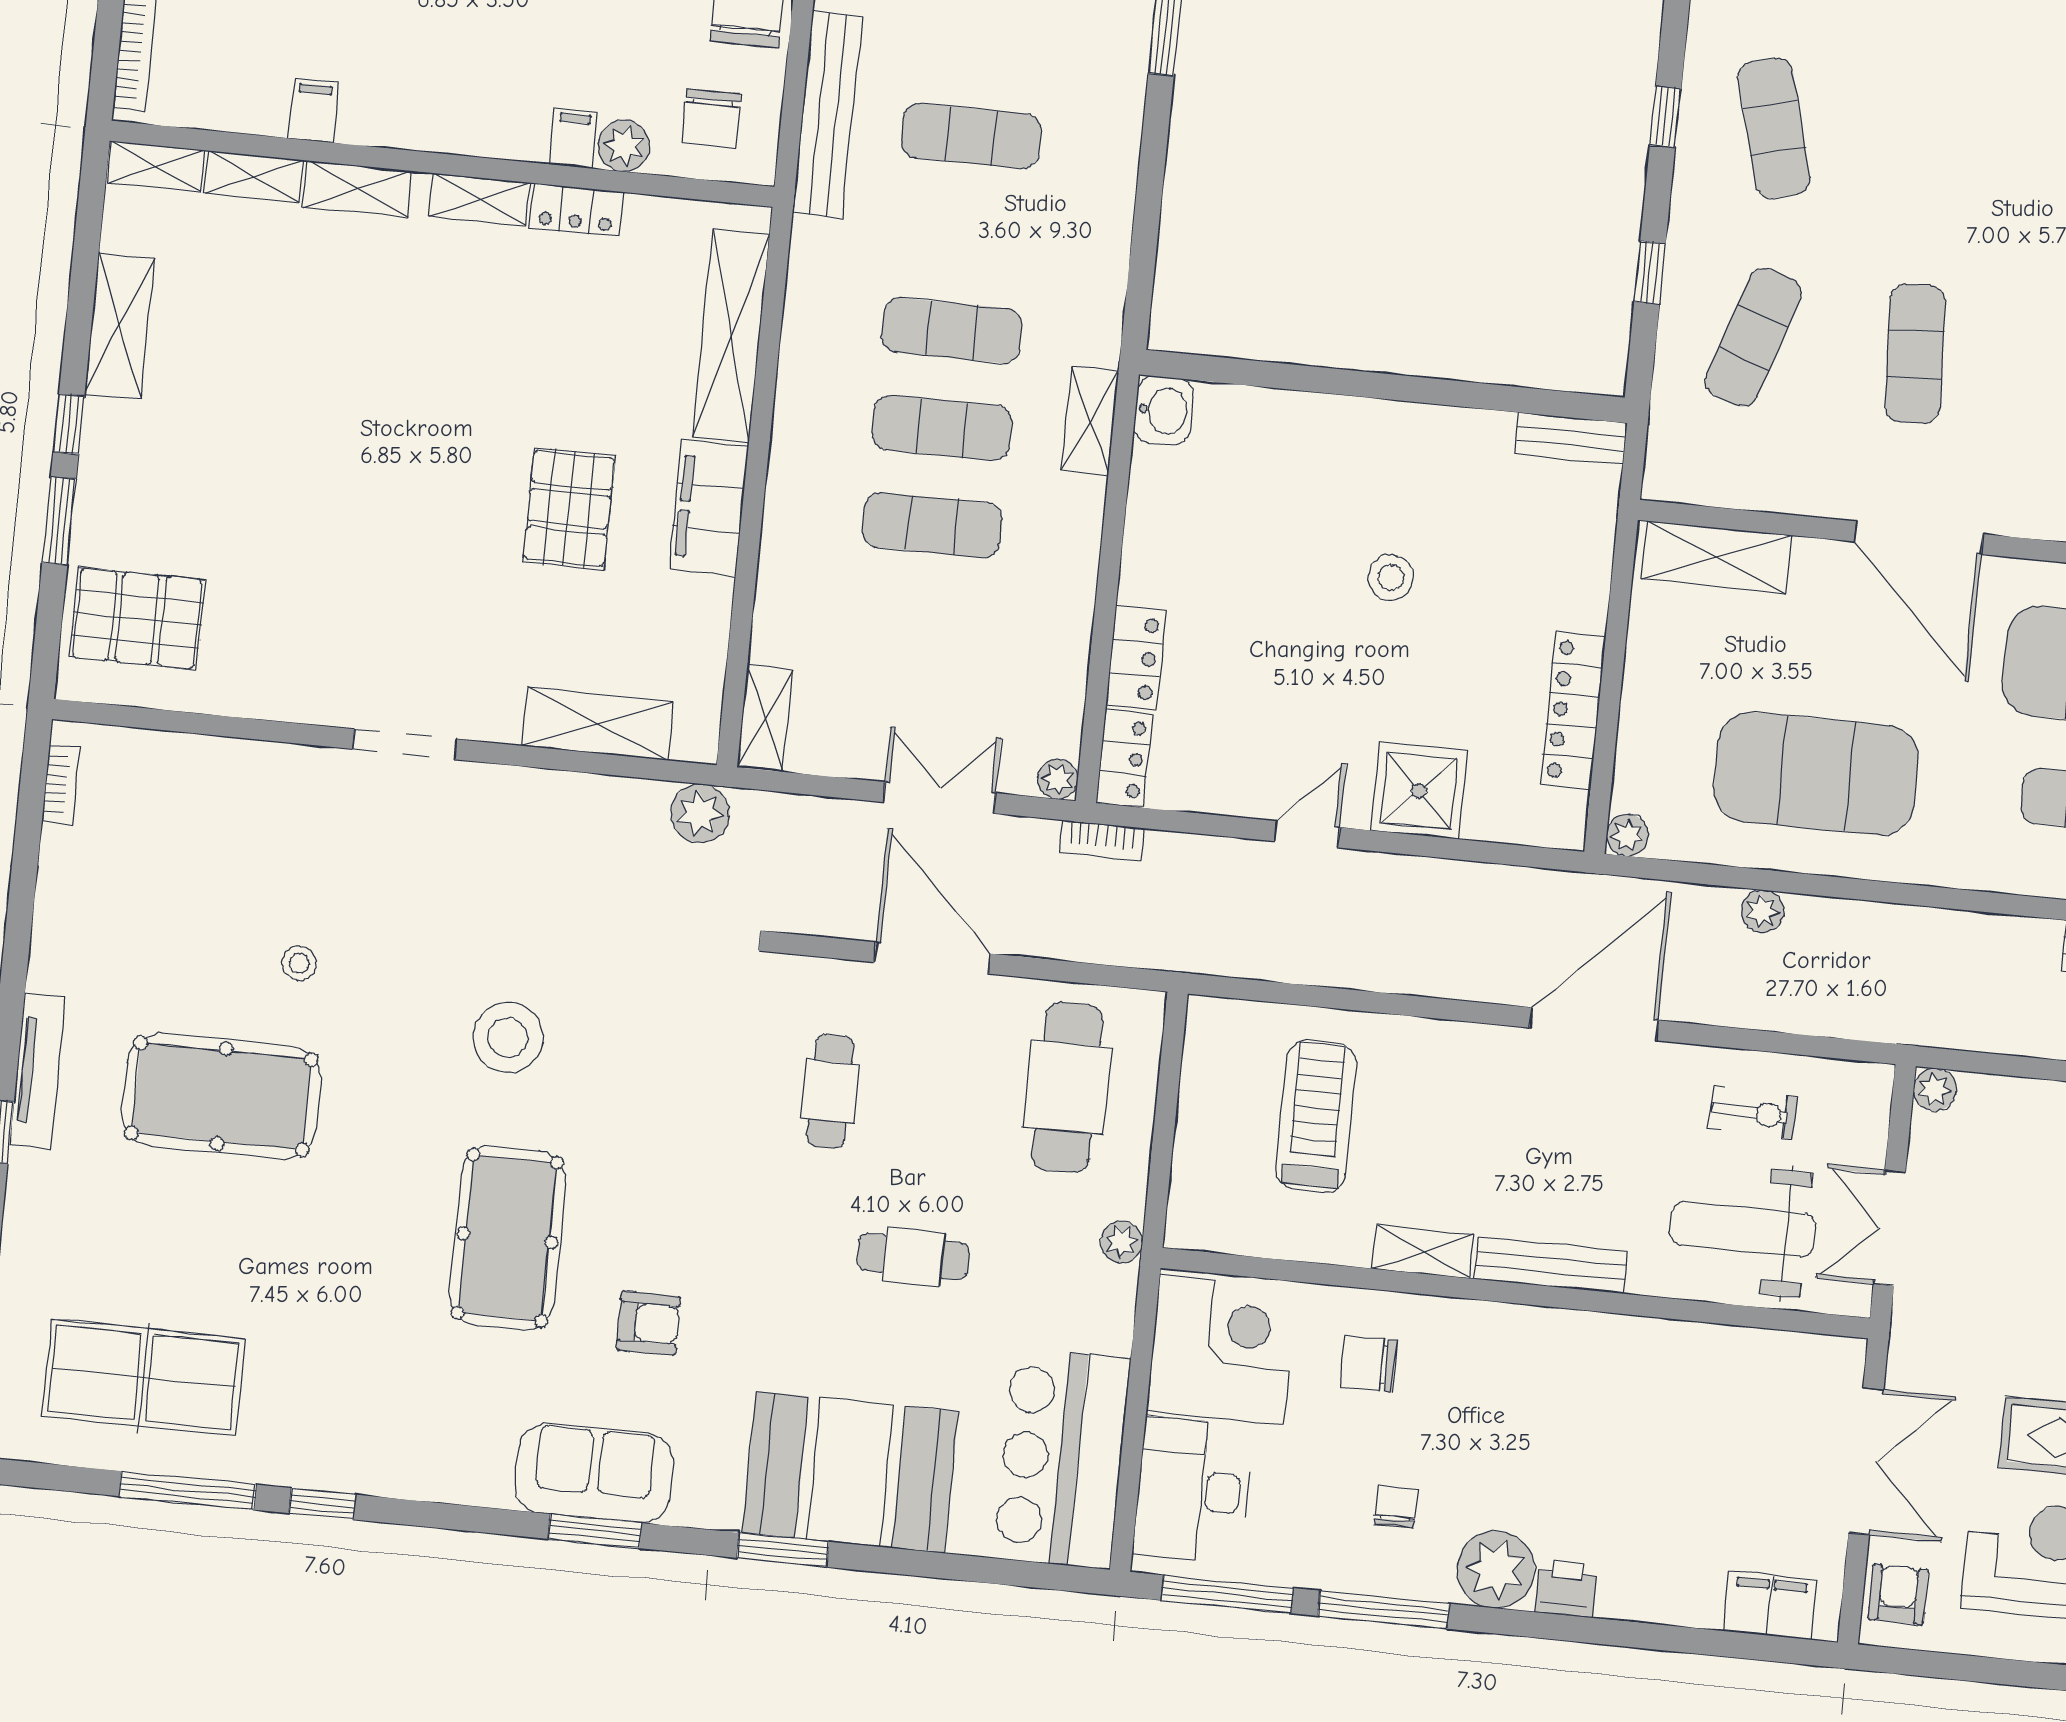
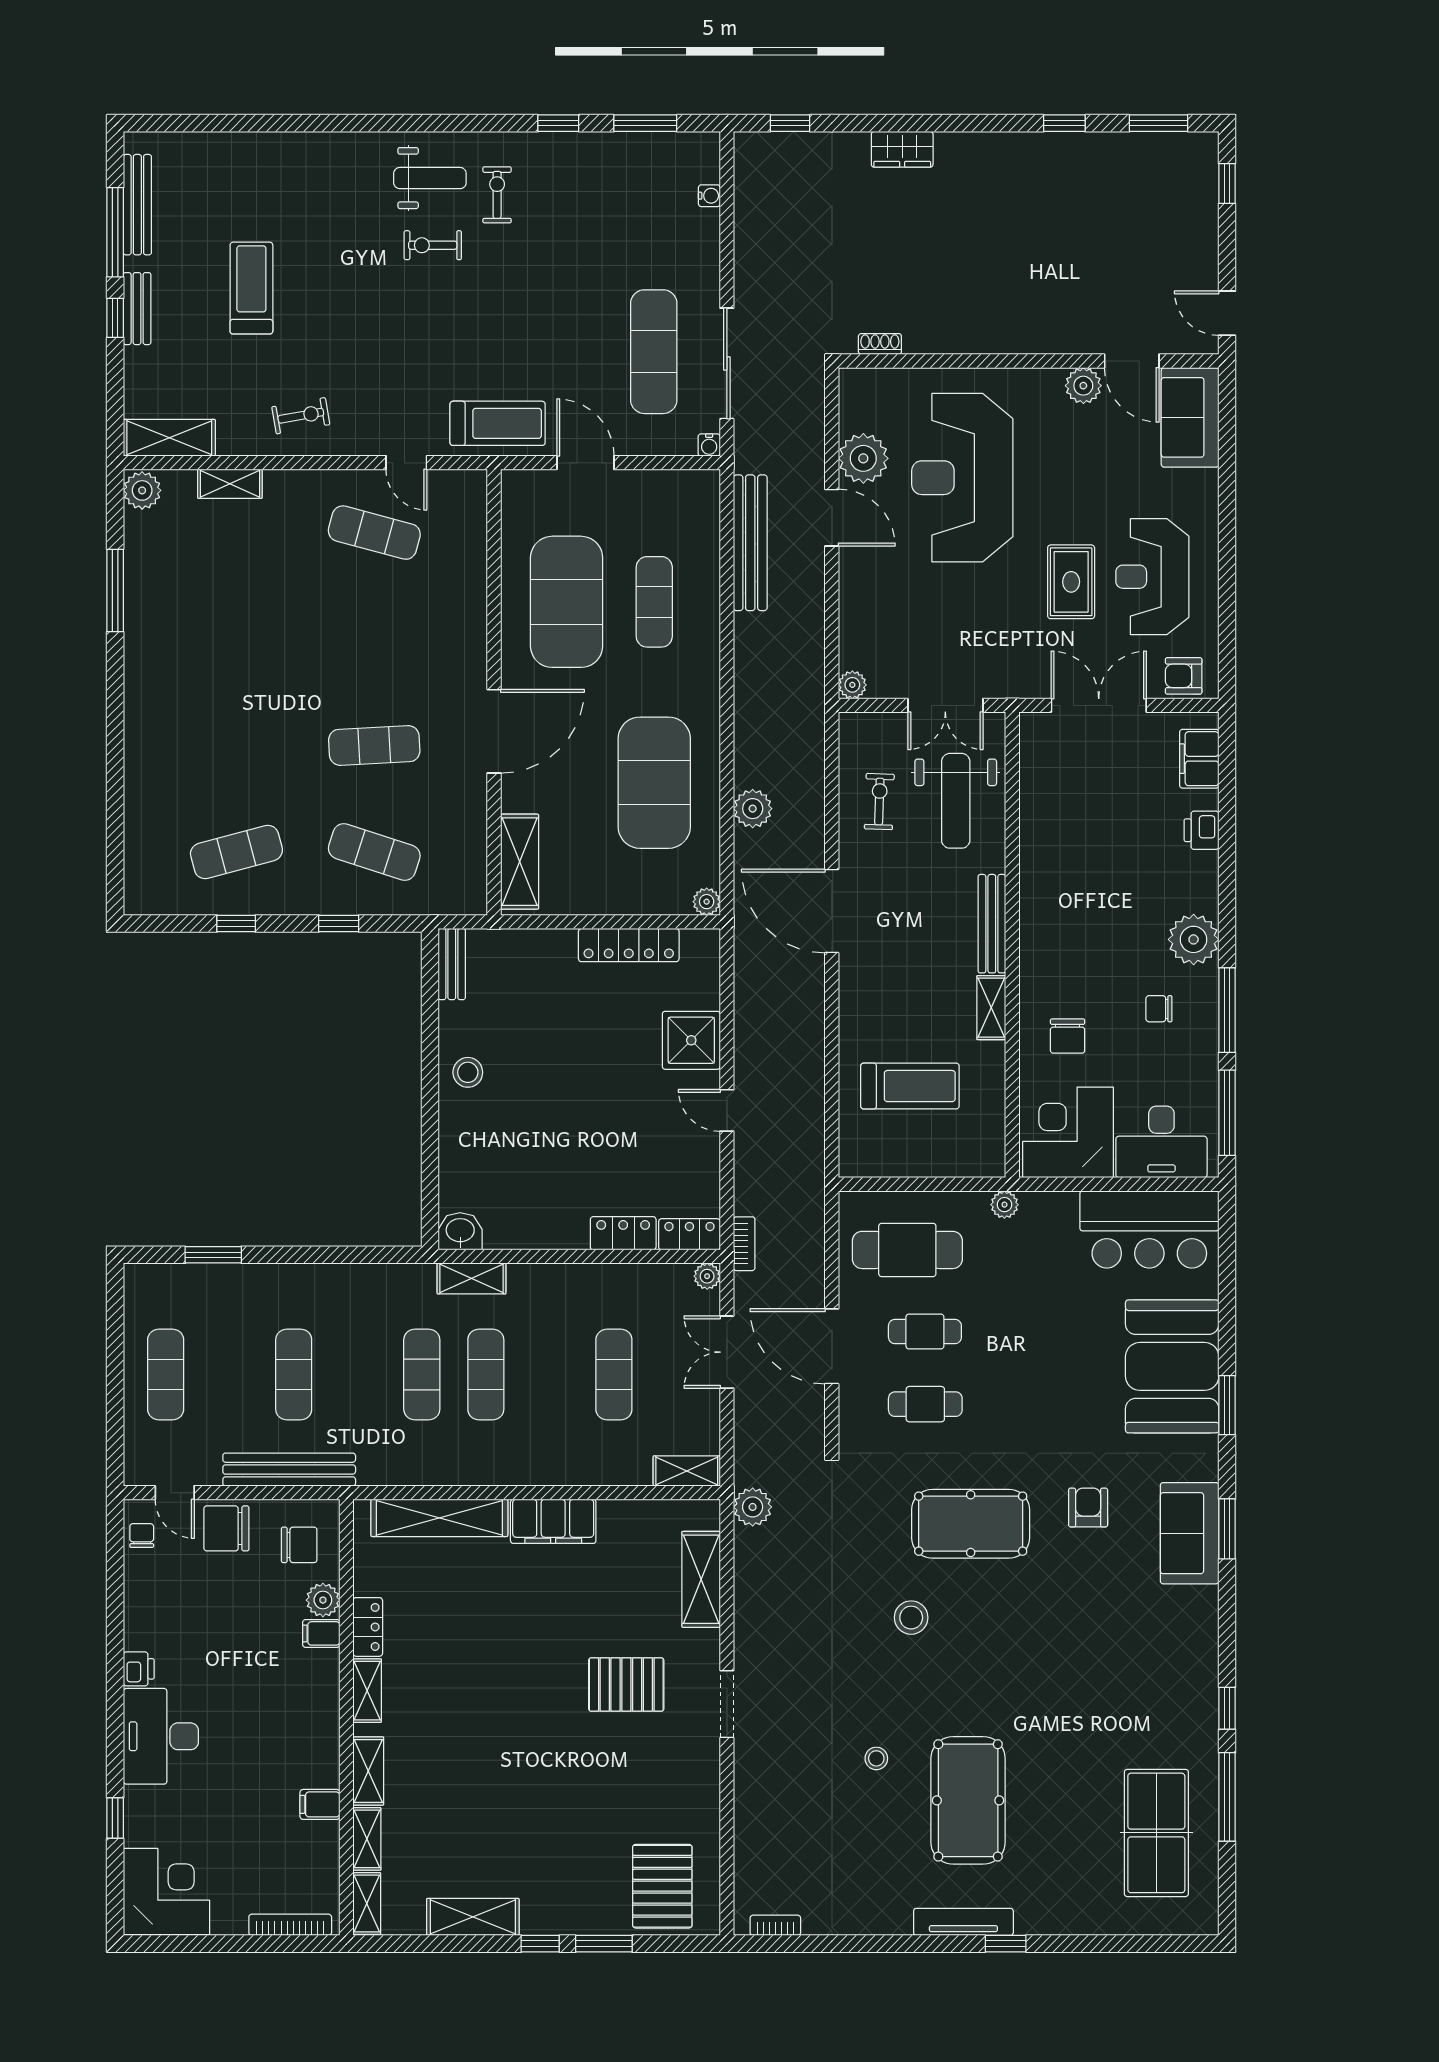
pallet: (569, 508) -> (626, 1685), moved
exercise mat: (932, 525) -> (614, 1375), moved
stool: (1391, 578) -> (468, 1072), moved
plant: (1762, 911) -> (753, 809), width x1.38, depth x1.38
door: (932, 958) -> (832, 1346), hinge flipped
stool: (508, 1037) -> (911, 1618), width x0.73, depth x0.73
treadmill: (1316, 1116) -> (910, 1086), turned 180
pool table: (507, 1238) -> (971, 1524), moved
cafe table: (913, 1257) -> (925, 1332), moved, turned 90
printer: (1566, 1589) -> (1201, 830), moved

